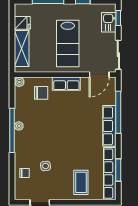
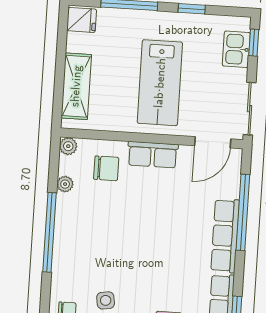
fridge: (22, 23) -> (82, 20), moved
plant: (19, 126) -> (65, 184), moved

